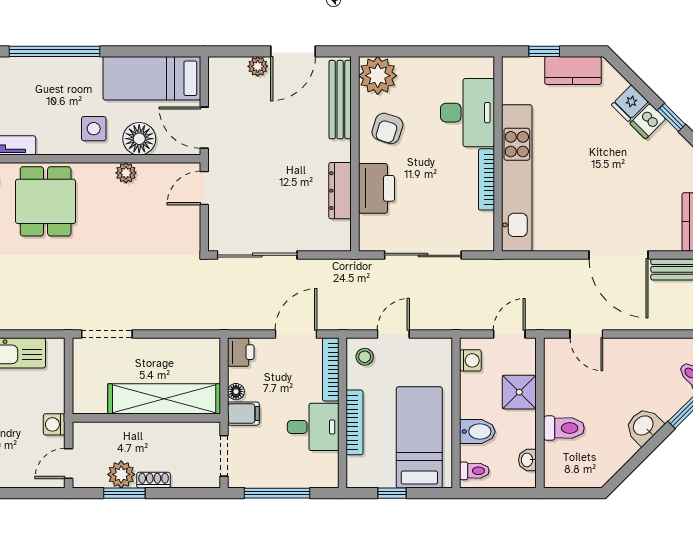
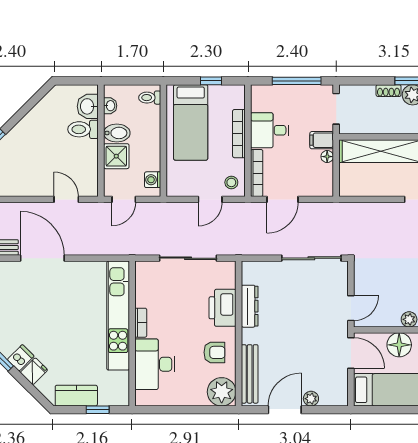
armchair: (387, 128) -> (214, 352), turned 72
bookcase: (486, 179) -> (141, 323), width x0.64
printer: (241, 352) -> (324, 186), removed
washbasin: (644, 426) -> (88, 106), moved, turned 135
bidet: (477, 432) -> (117, 133), moved, turned 180

